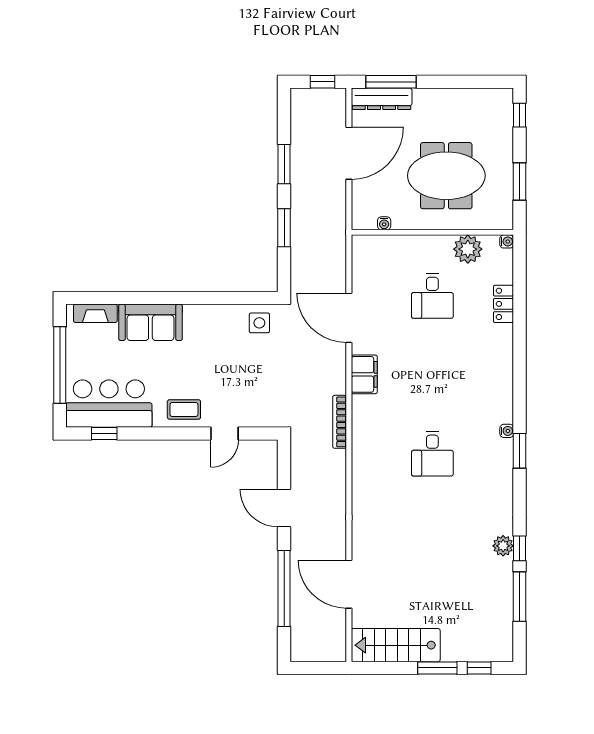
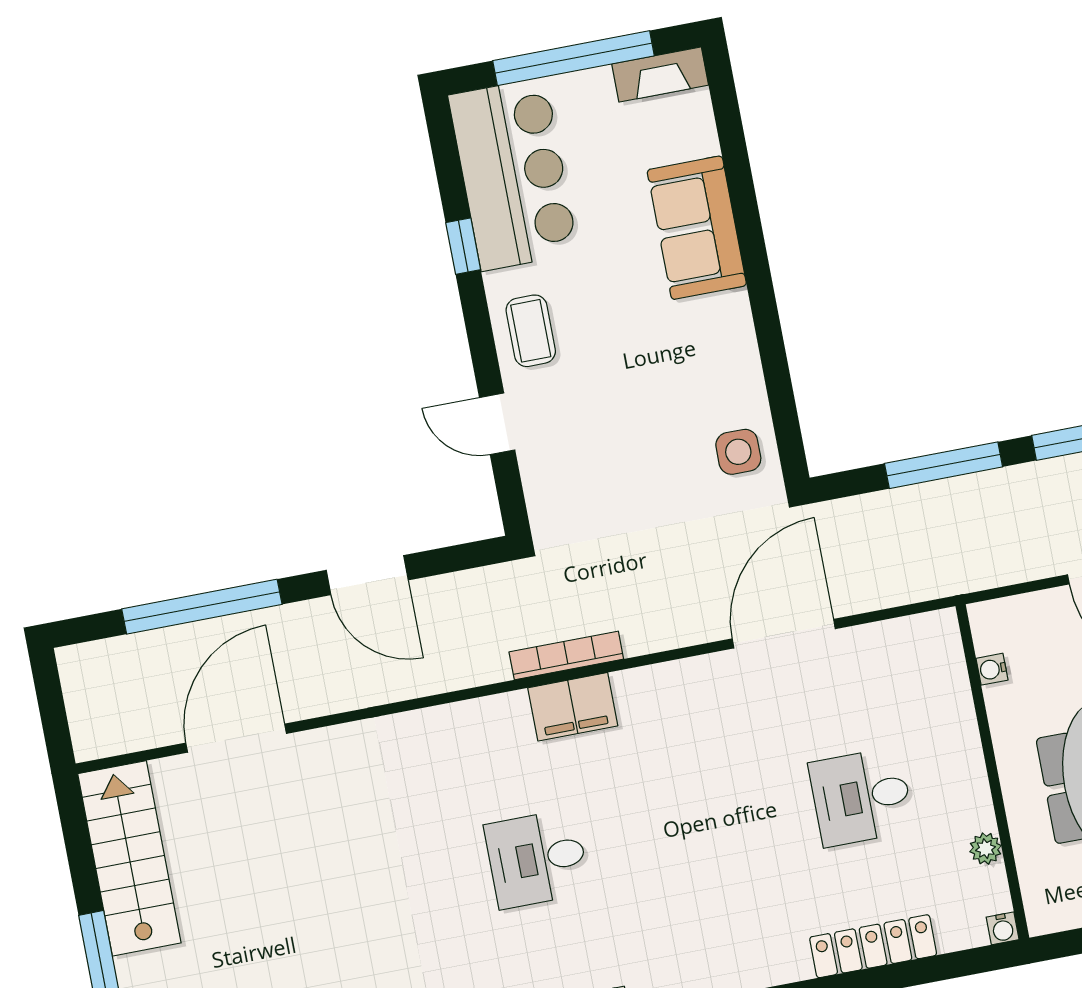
window: (284, 228) -> (944, 465), width x1.44
plant: (468, 249) -> (986, 849), width x0.53, depth x0.53
locker: (503, 304) -> (873, 946), width x1.53
fireplace: (95, 313) -> (660, 75), moved, turned -90
filing cabinet: (364, 374) -> (573, 707), moved
window: (104, 434) -> (463, 246), moved
door: (284, 508) -> (367, 575), swing flipped

